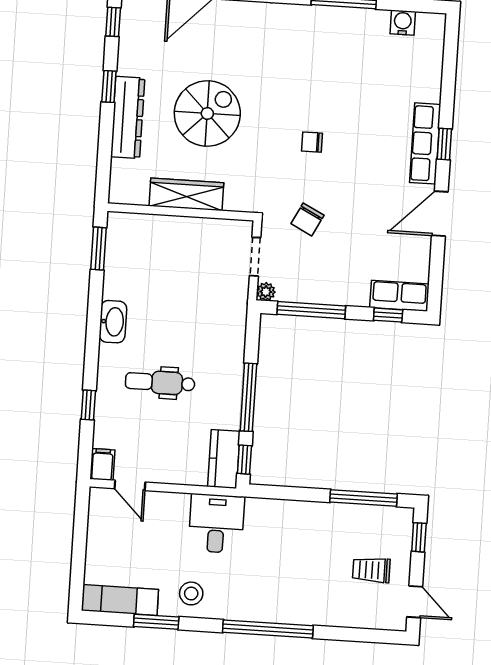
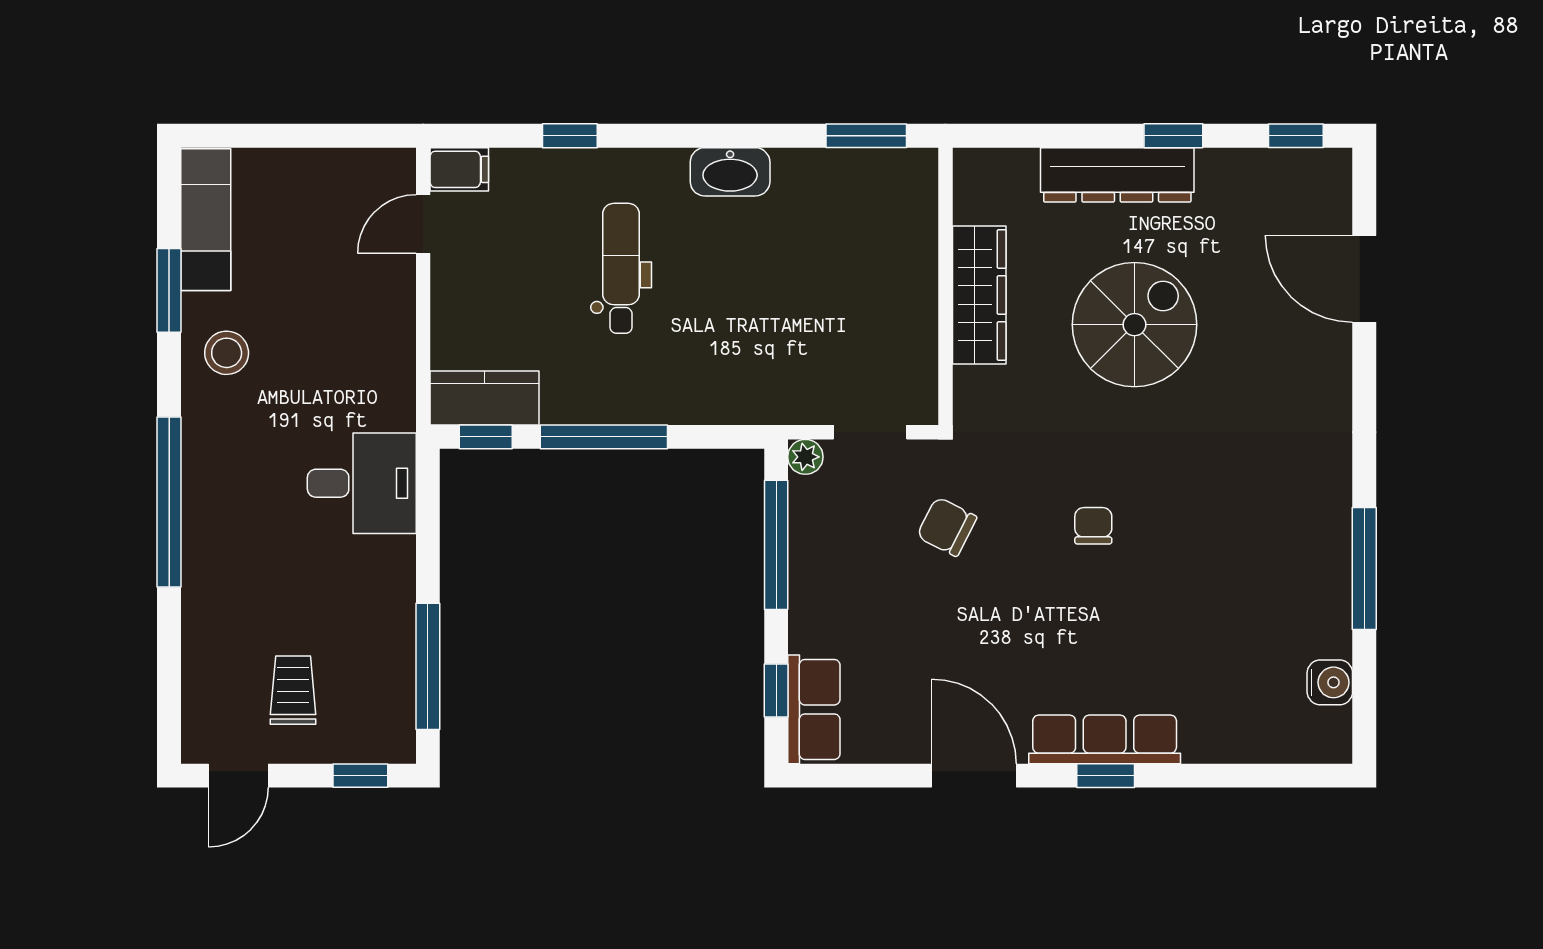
spiral stairs: (207, 113) -> (1134, 325), turned -90
desk: (216, 523) -> (362, 483), moved

